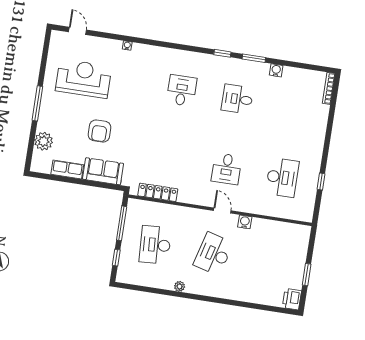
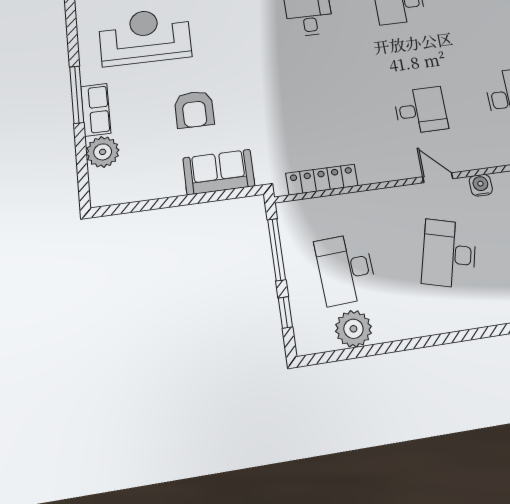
desk: (227, 169) -> (421, 110), turned -90
row of seats: (67, 170) -> (96, 110), moved, turned 90
plant: (180, 286) -> (353, 329), moved, width x1.88, depth x1.88

